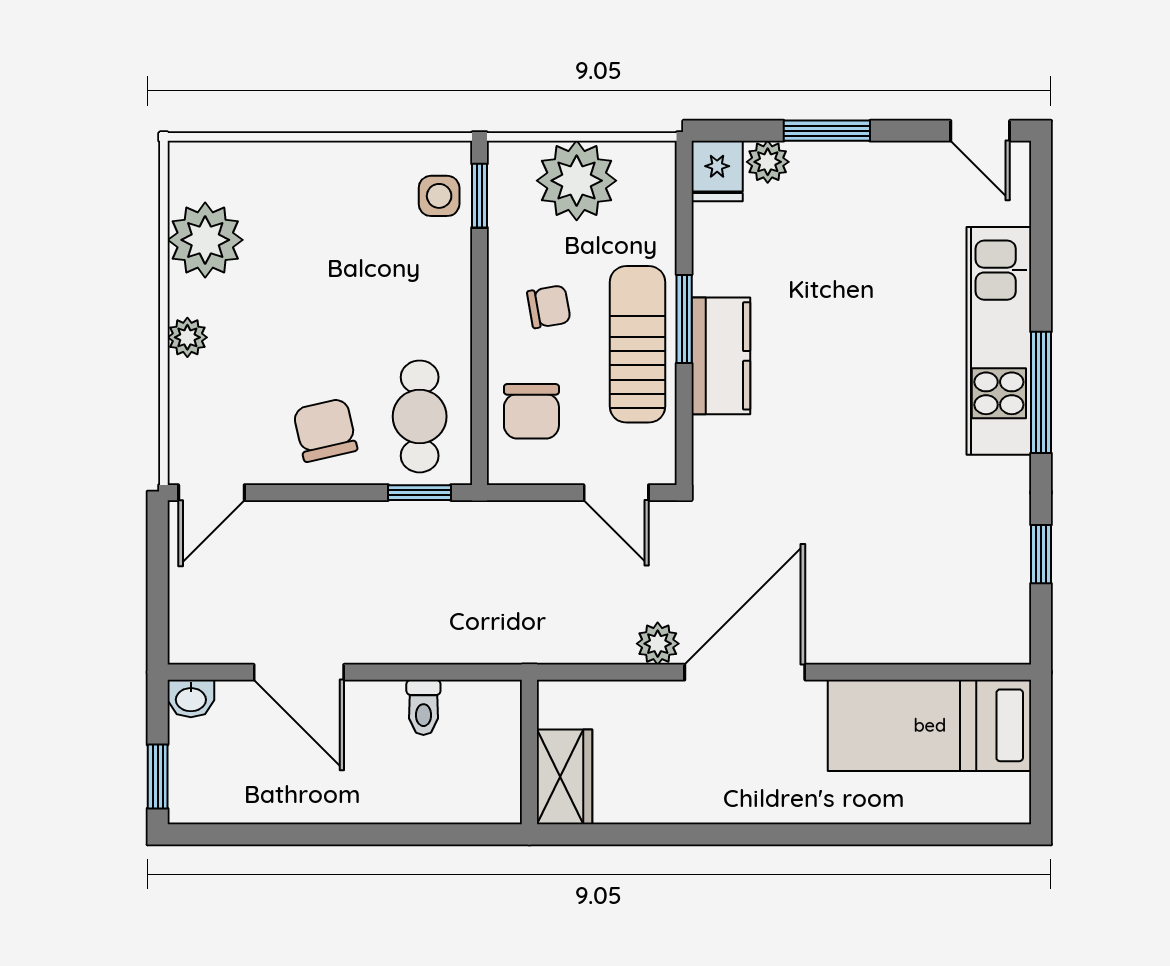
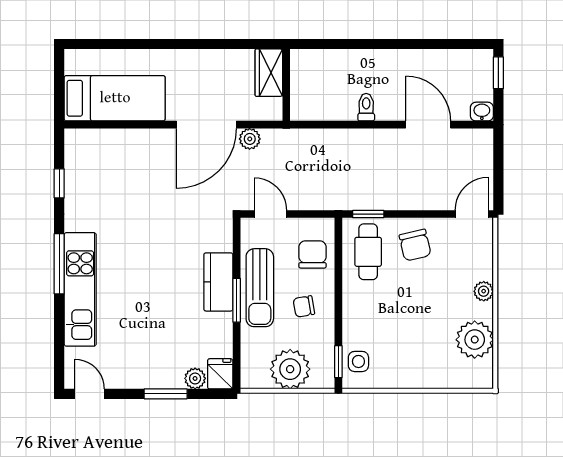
wall: (529, 752) -> (286, 85), moved
wardrobe: (564, 777) -> (269, 73), moved

